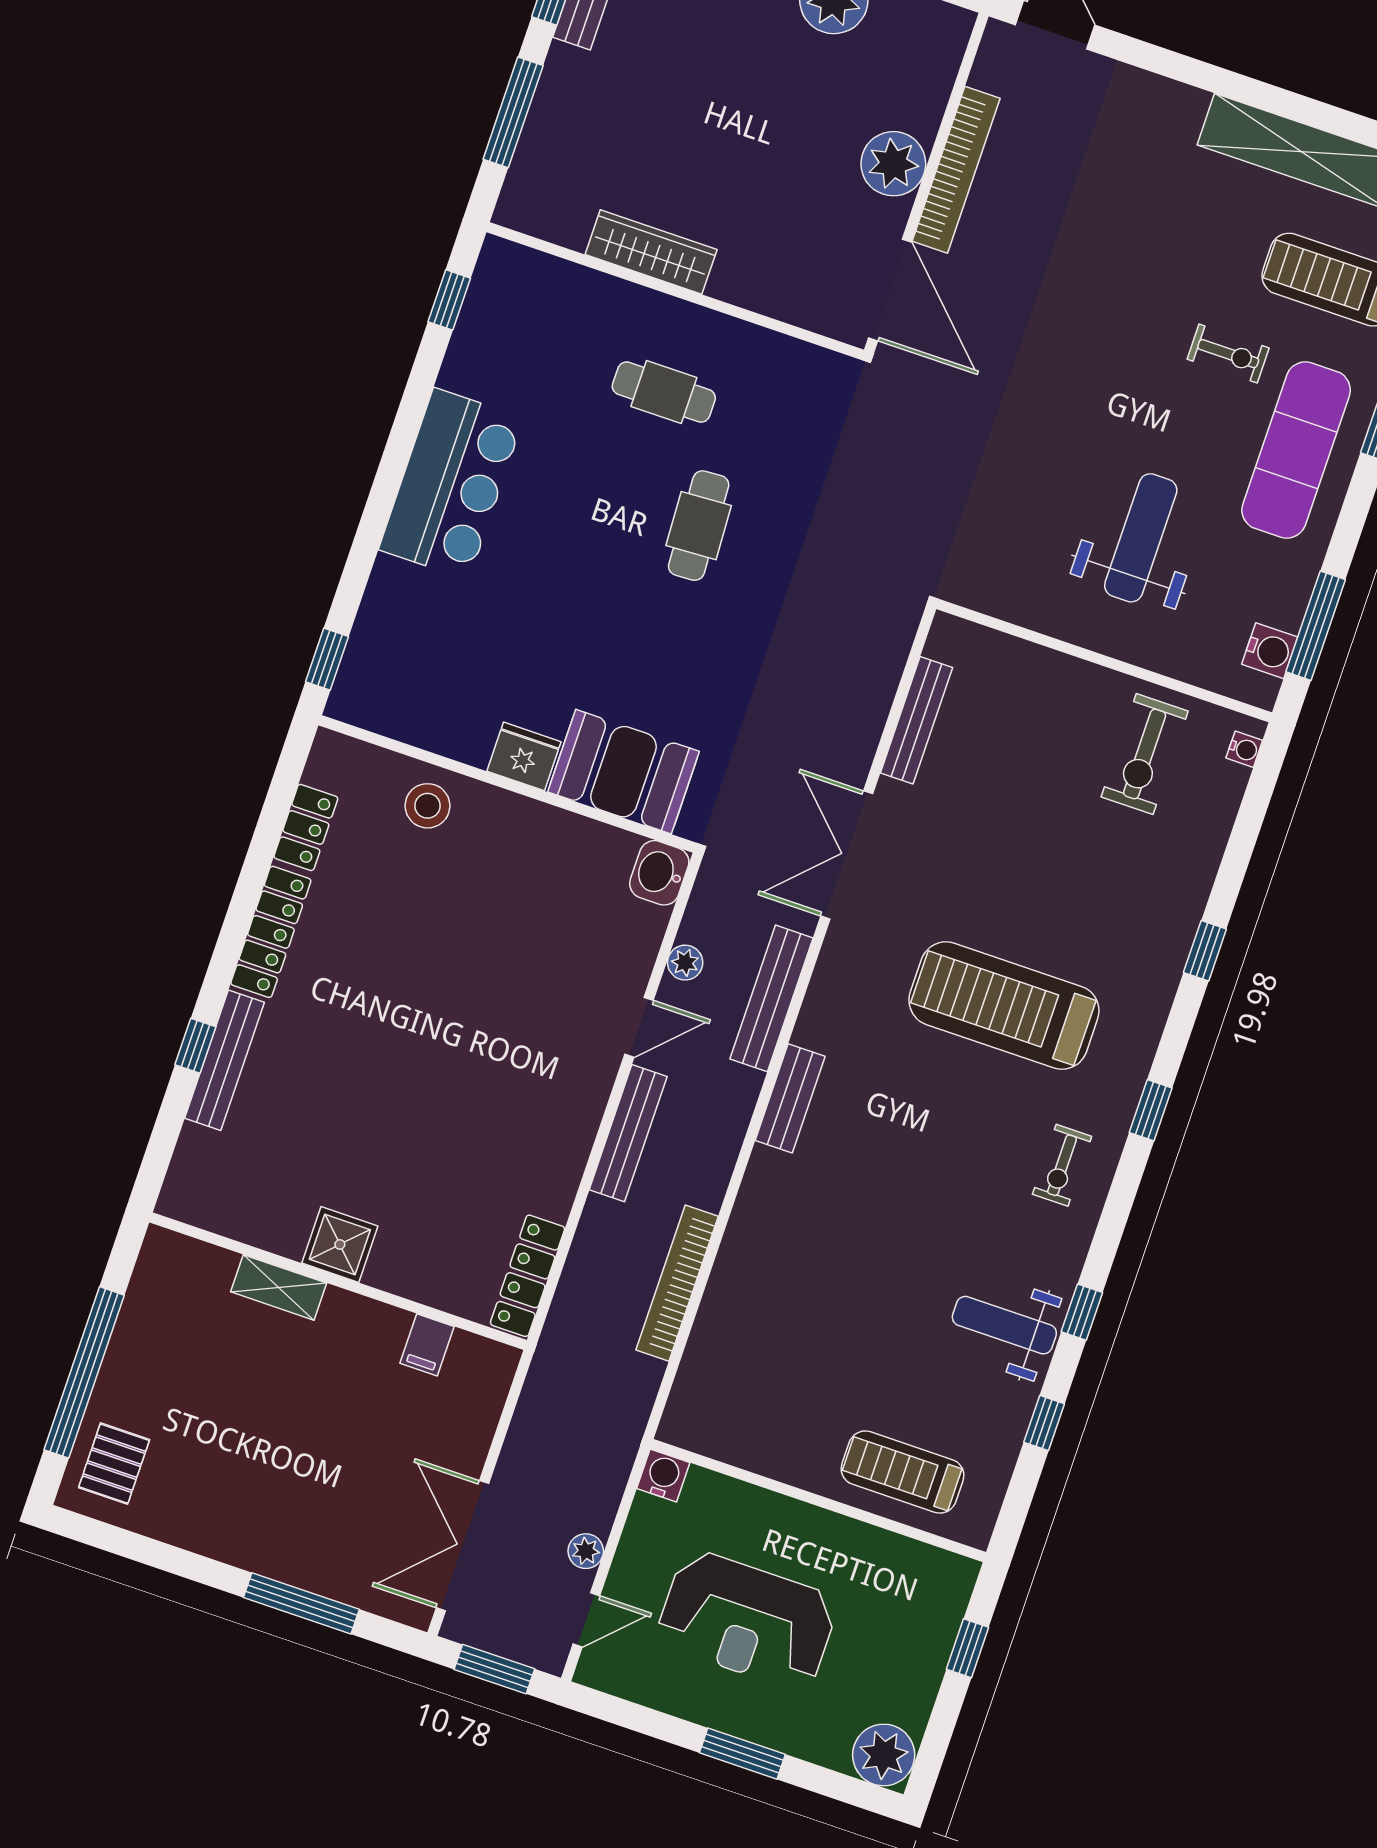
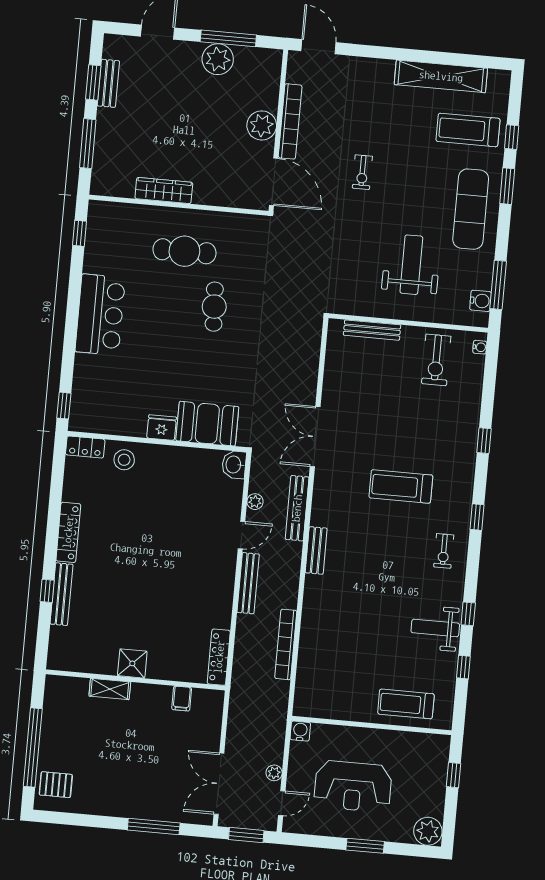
exercise bike: (1228, 354) -> (362, 172), moved, turned 90
cafe table: (664, 392) -> (184, 251), width x1.37, depth x1.35
bench: (917, 720) -> (372, 330), moved, turned 90
locker: (306, 827) -> (85, 447), moved, turned 90
treadmill: (1004, 1006) -> (401, 486), width x0.73, depth x0.73
pallet: (114, 1464) -> (56, 785), turned 90

